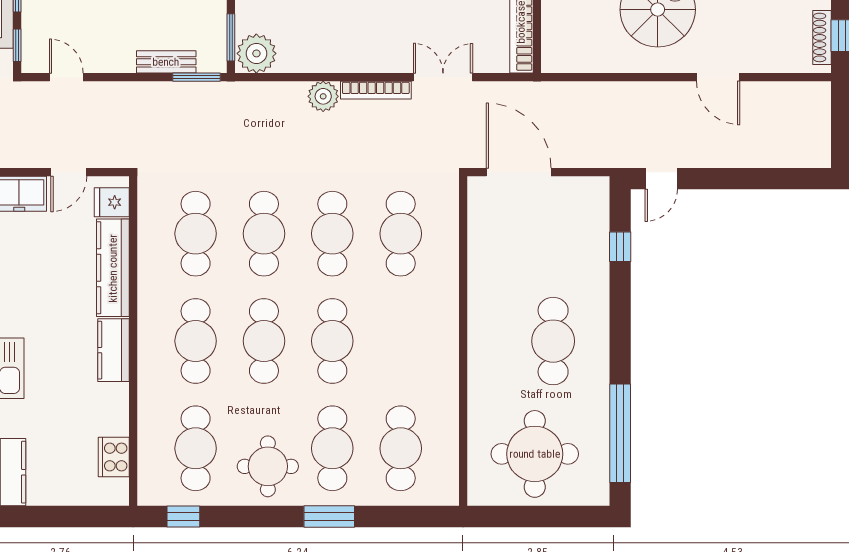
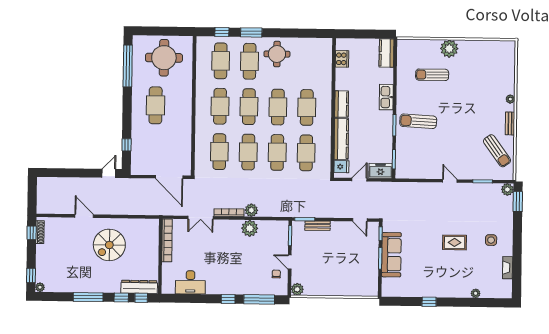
plant: (256, 53) -> (250, 228), moved
cafe table: (196, 448) -> (220, 106), moved
window: (183, 516) -> (222, 32), moved

